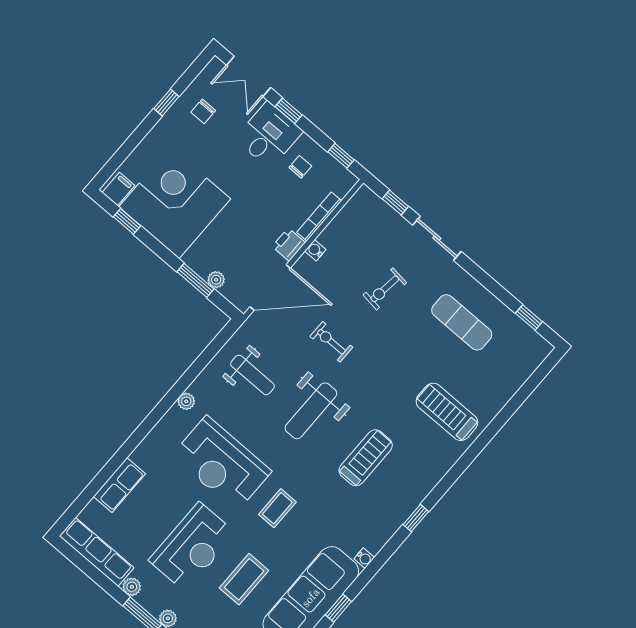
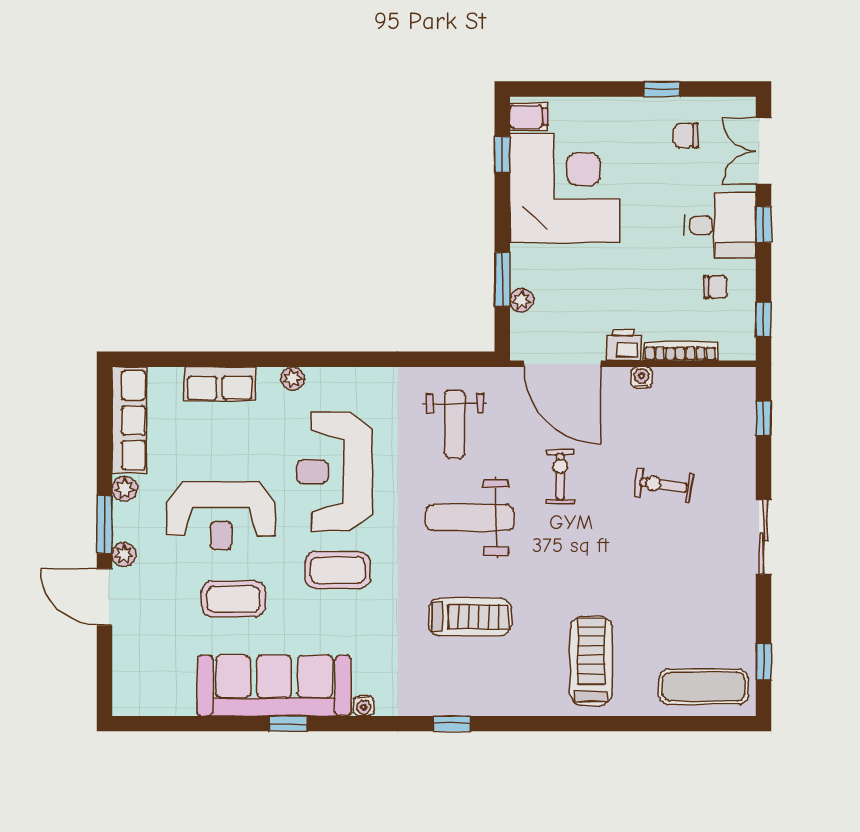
sliding door: (437, 238) -> (763, 537), moved
exercise mat: (462, 322) -> (704, 687), moved, turned 90
plant: (186, 401) -> (293, 379), moved
coffee table: (277, 508) -> (338, 570), width x1.36, depth x1.30

